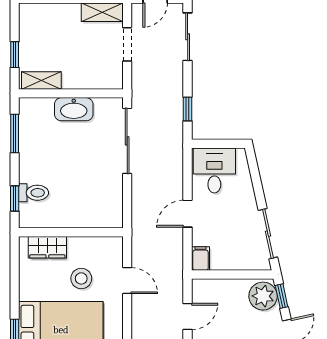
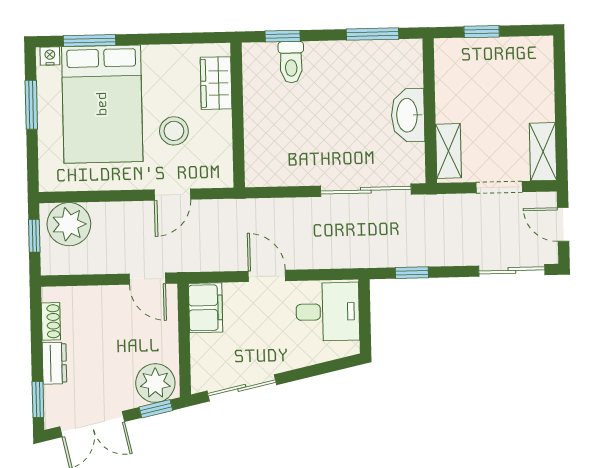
shelving: (41, 81) -> (448, 151), moved
filing cabinet: (200, 259) -> (206, 308), width x2.00
door: (188, 317) -> (147, 279), moved

